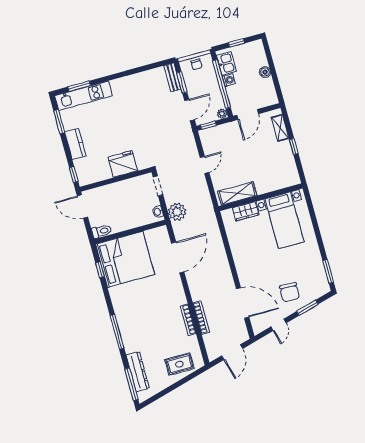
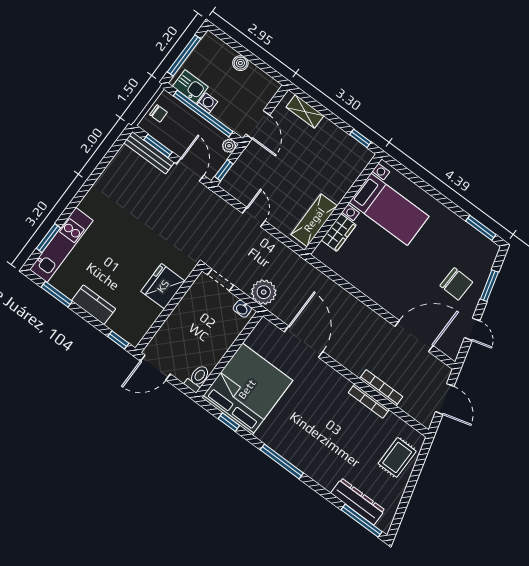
window: (237, 43) -> (184, 55), width x2.17
bench: (172, 77) -> (149, 153), width x1.36
window: (294, 147) -> (360, 138), moved
window: (117, 332) -> (282, 461), moved

